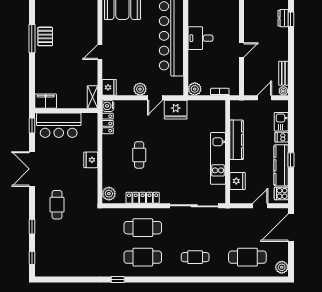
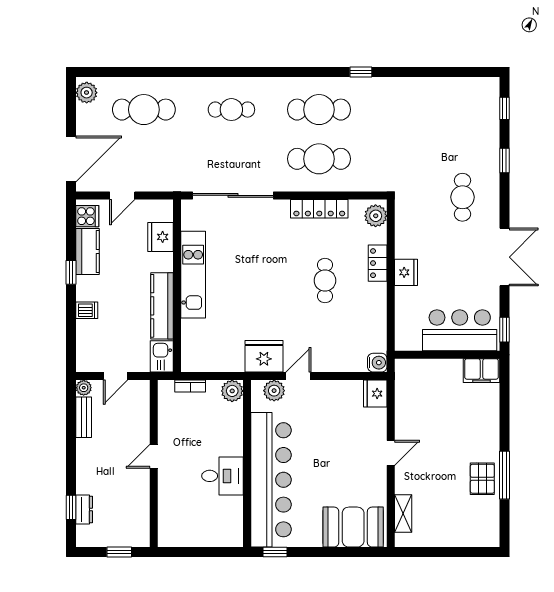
plant: (140, 89) -> (274, 391), moved
shelving: (92, 97) -> (403, 513), moved
kitchen sink: (281, 122) -> (162, 356), moved, turned 180
locker: (108, 123) -> (378, 263), moved
kitchen counter: (281, 165) -> (88, 251), width x0.67

